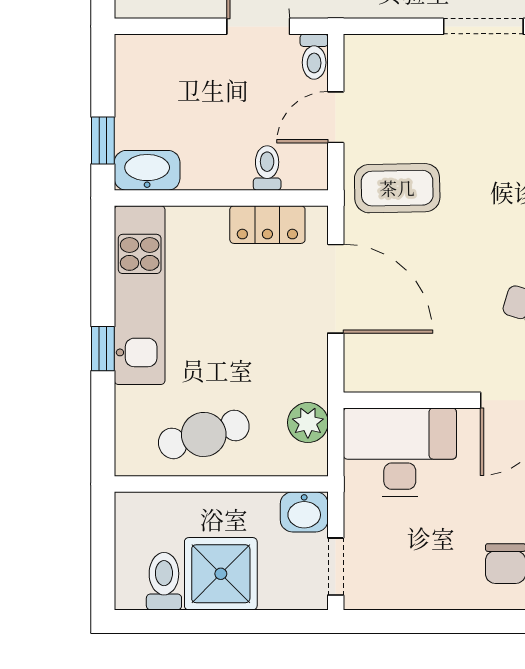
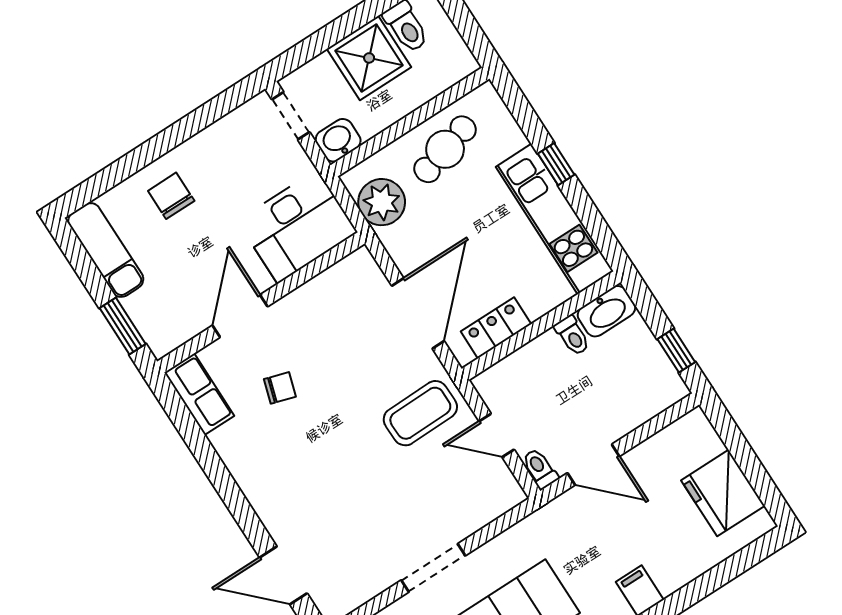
door: (336, 117) -> (497, 435), swing flipped
window: (103, 141) -> (676, 351), moved
toilet: (267, 168) -> (572, 336), moved
door: (336, 289) -> (418, 313), swing flipped
plant: (308, 423) -> (382, 202), width x1.36, depth x1.36

